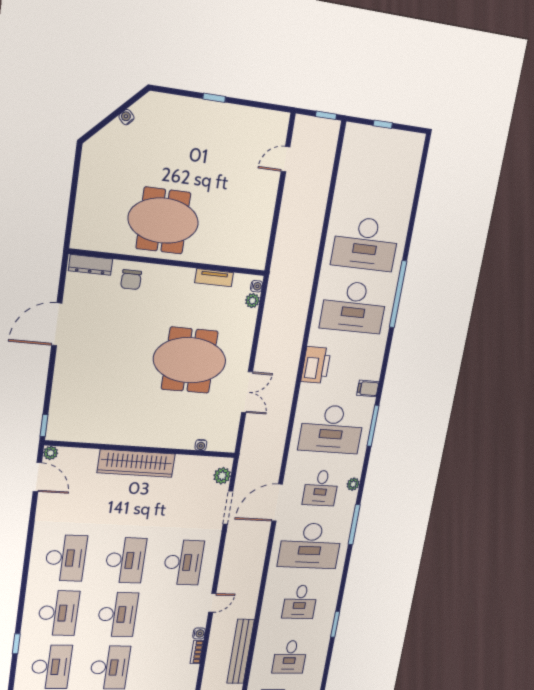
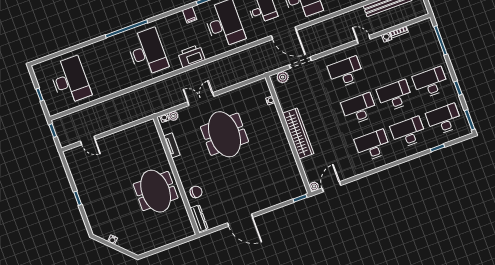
desk: (365, 244) -> (70, 80), moved
double door: (247, 392) -> (201, 99), moved

